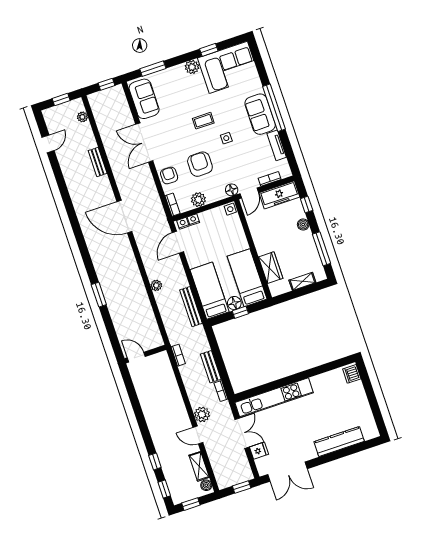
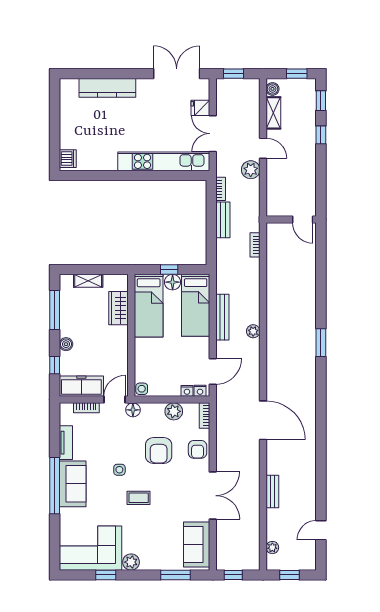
bench: (191, 307) -> (222, 317), moved
wall: (145, 354) -> (291, 219), moved
door: (136, 357) -> (303, 219), moved

